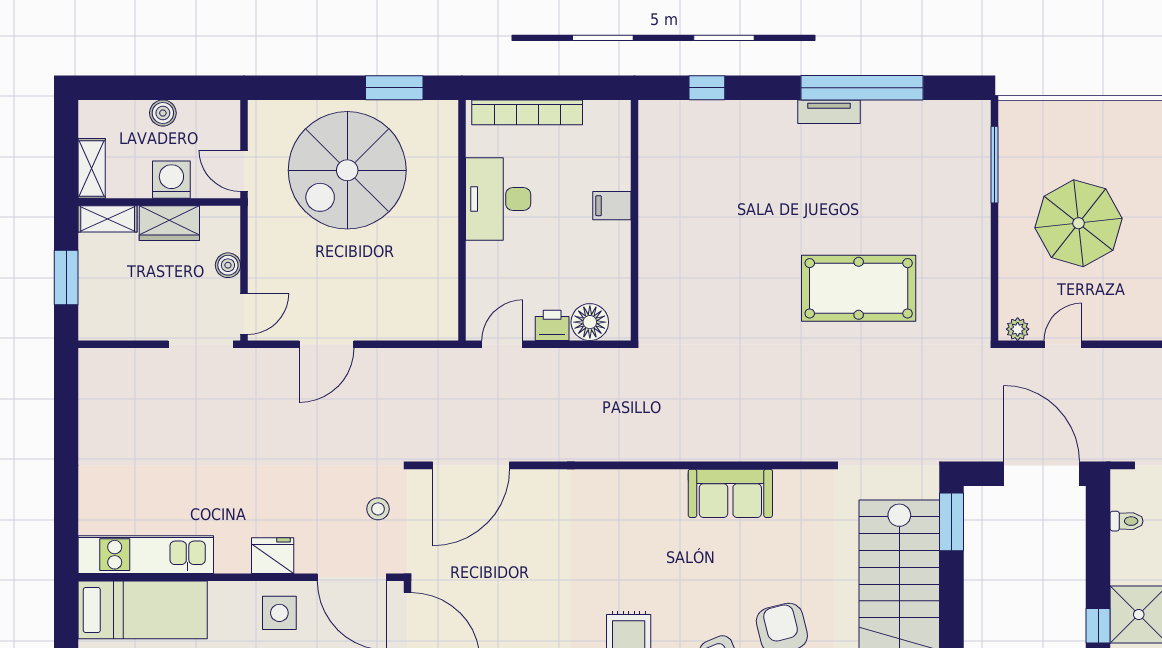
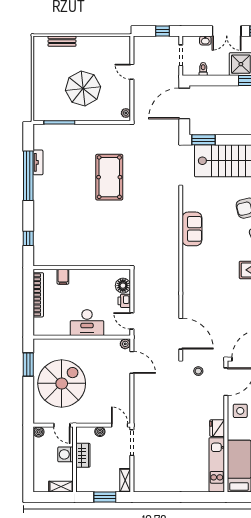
bookcase: (527, 112) -> (38, 295), moved
tv unit: (829, 112) -> (38, 162), moved
boiler: (163, 113) -> (39, 432), moved
spiral stairs: (347, 170) -> (62, 383), turned -90
door: (244, 171) -> (62, 425), hinge flipped
desk: (498, 199) -> (87, 323), moved
filing cabinet: (612, 206) -> (63, 277), moved
shelving: (108, 219) -> (125, 480), moved
plant: (445, 328) -> (125, 344), added
door: (327, 344) -> (132, 362), moved
door: (1063, 344) -> (132, 72), moved
fridge: (273, 556) -> (217, 428), moved

